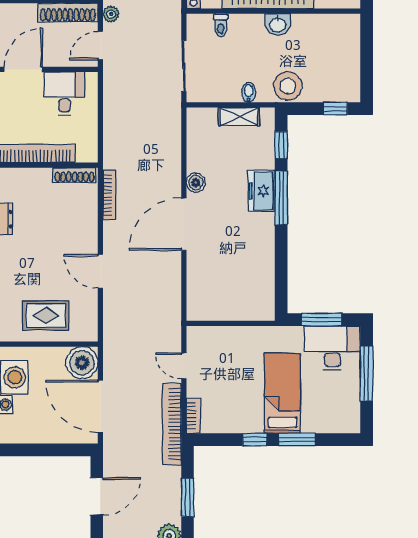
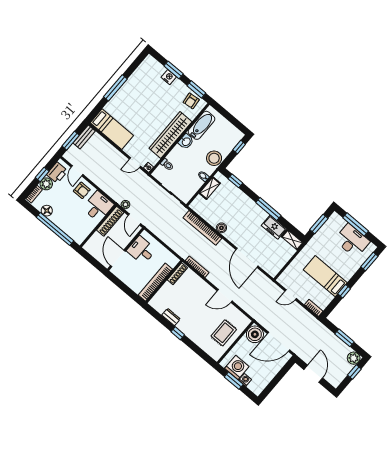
bathtub: (320, 27) -> (202, 125), added
freezer: (262, 191) -> (274, 227), moved
window: (281, 198) -> (268, 209), moved
door: (184, 224) -> (247, 258), moved
shelving: (266, 301) -> (292, 240), added
desk: (332, 348) -> (352, 241), moved, turned 90
bed: (282, 393) -> (325, 276), moved
bookcase: (172, 424) -> (202, 228), moved
window: (297, 440) -> (369, 262), moved

